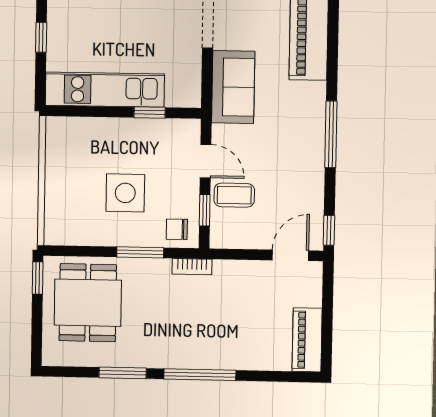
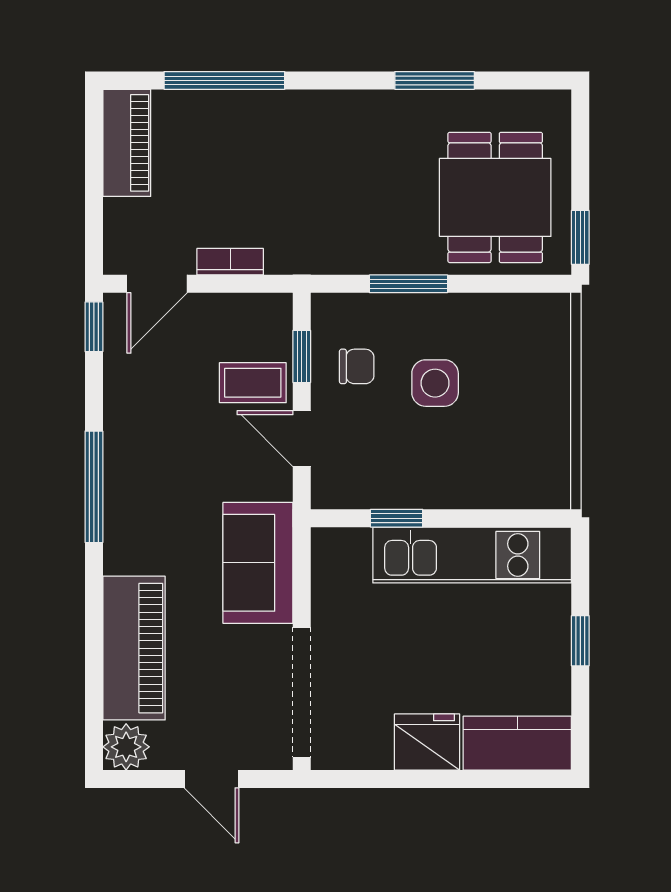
side table: (125, 193) -> (435, 383), width x0.73, depth x0.73
chair: (177, 229) -> (357, 366), moved
bookcase: (192, 267) -> (230, 262), moved
window: (200, 375) -> (224, 80), moved

